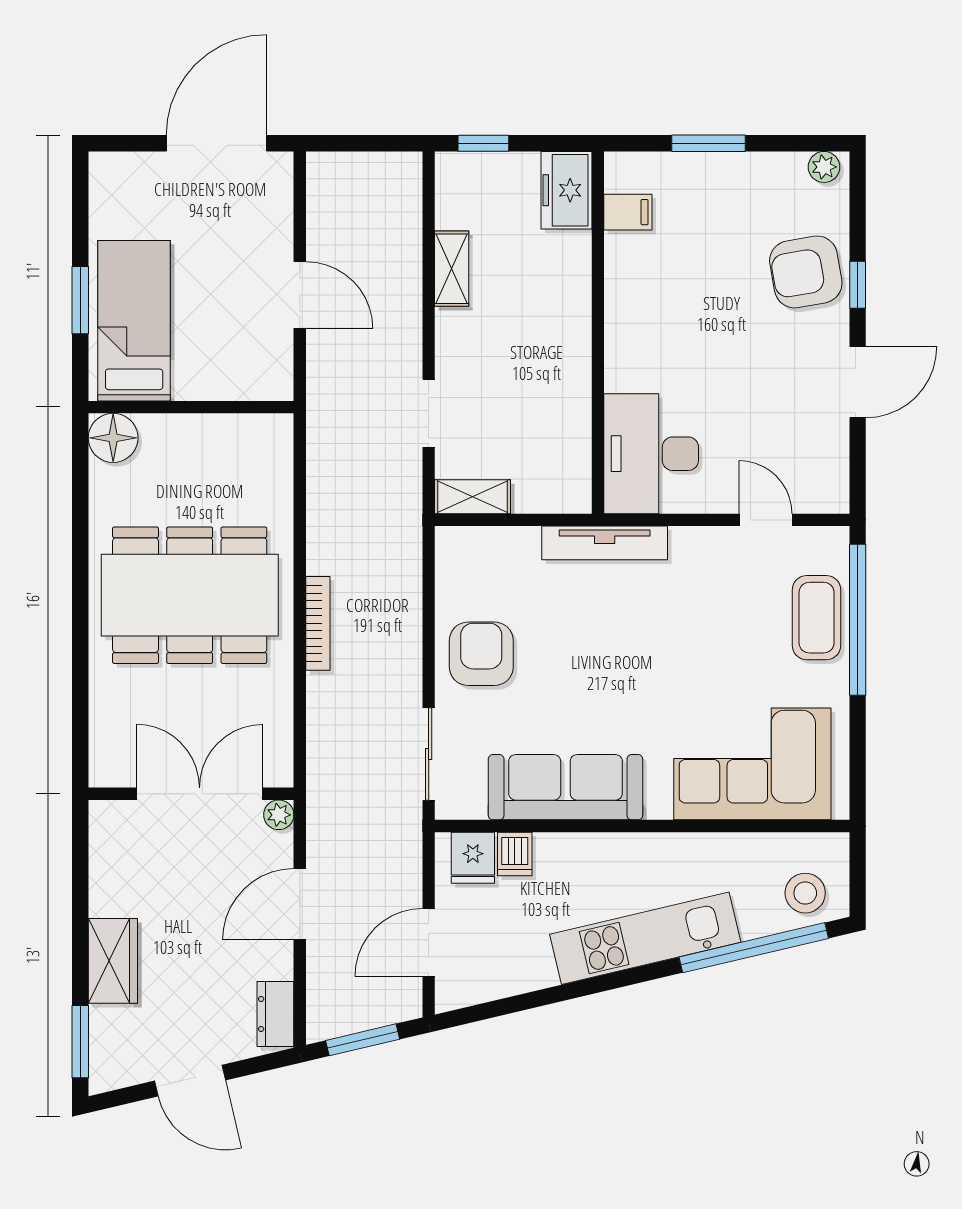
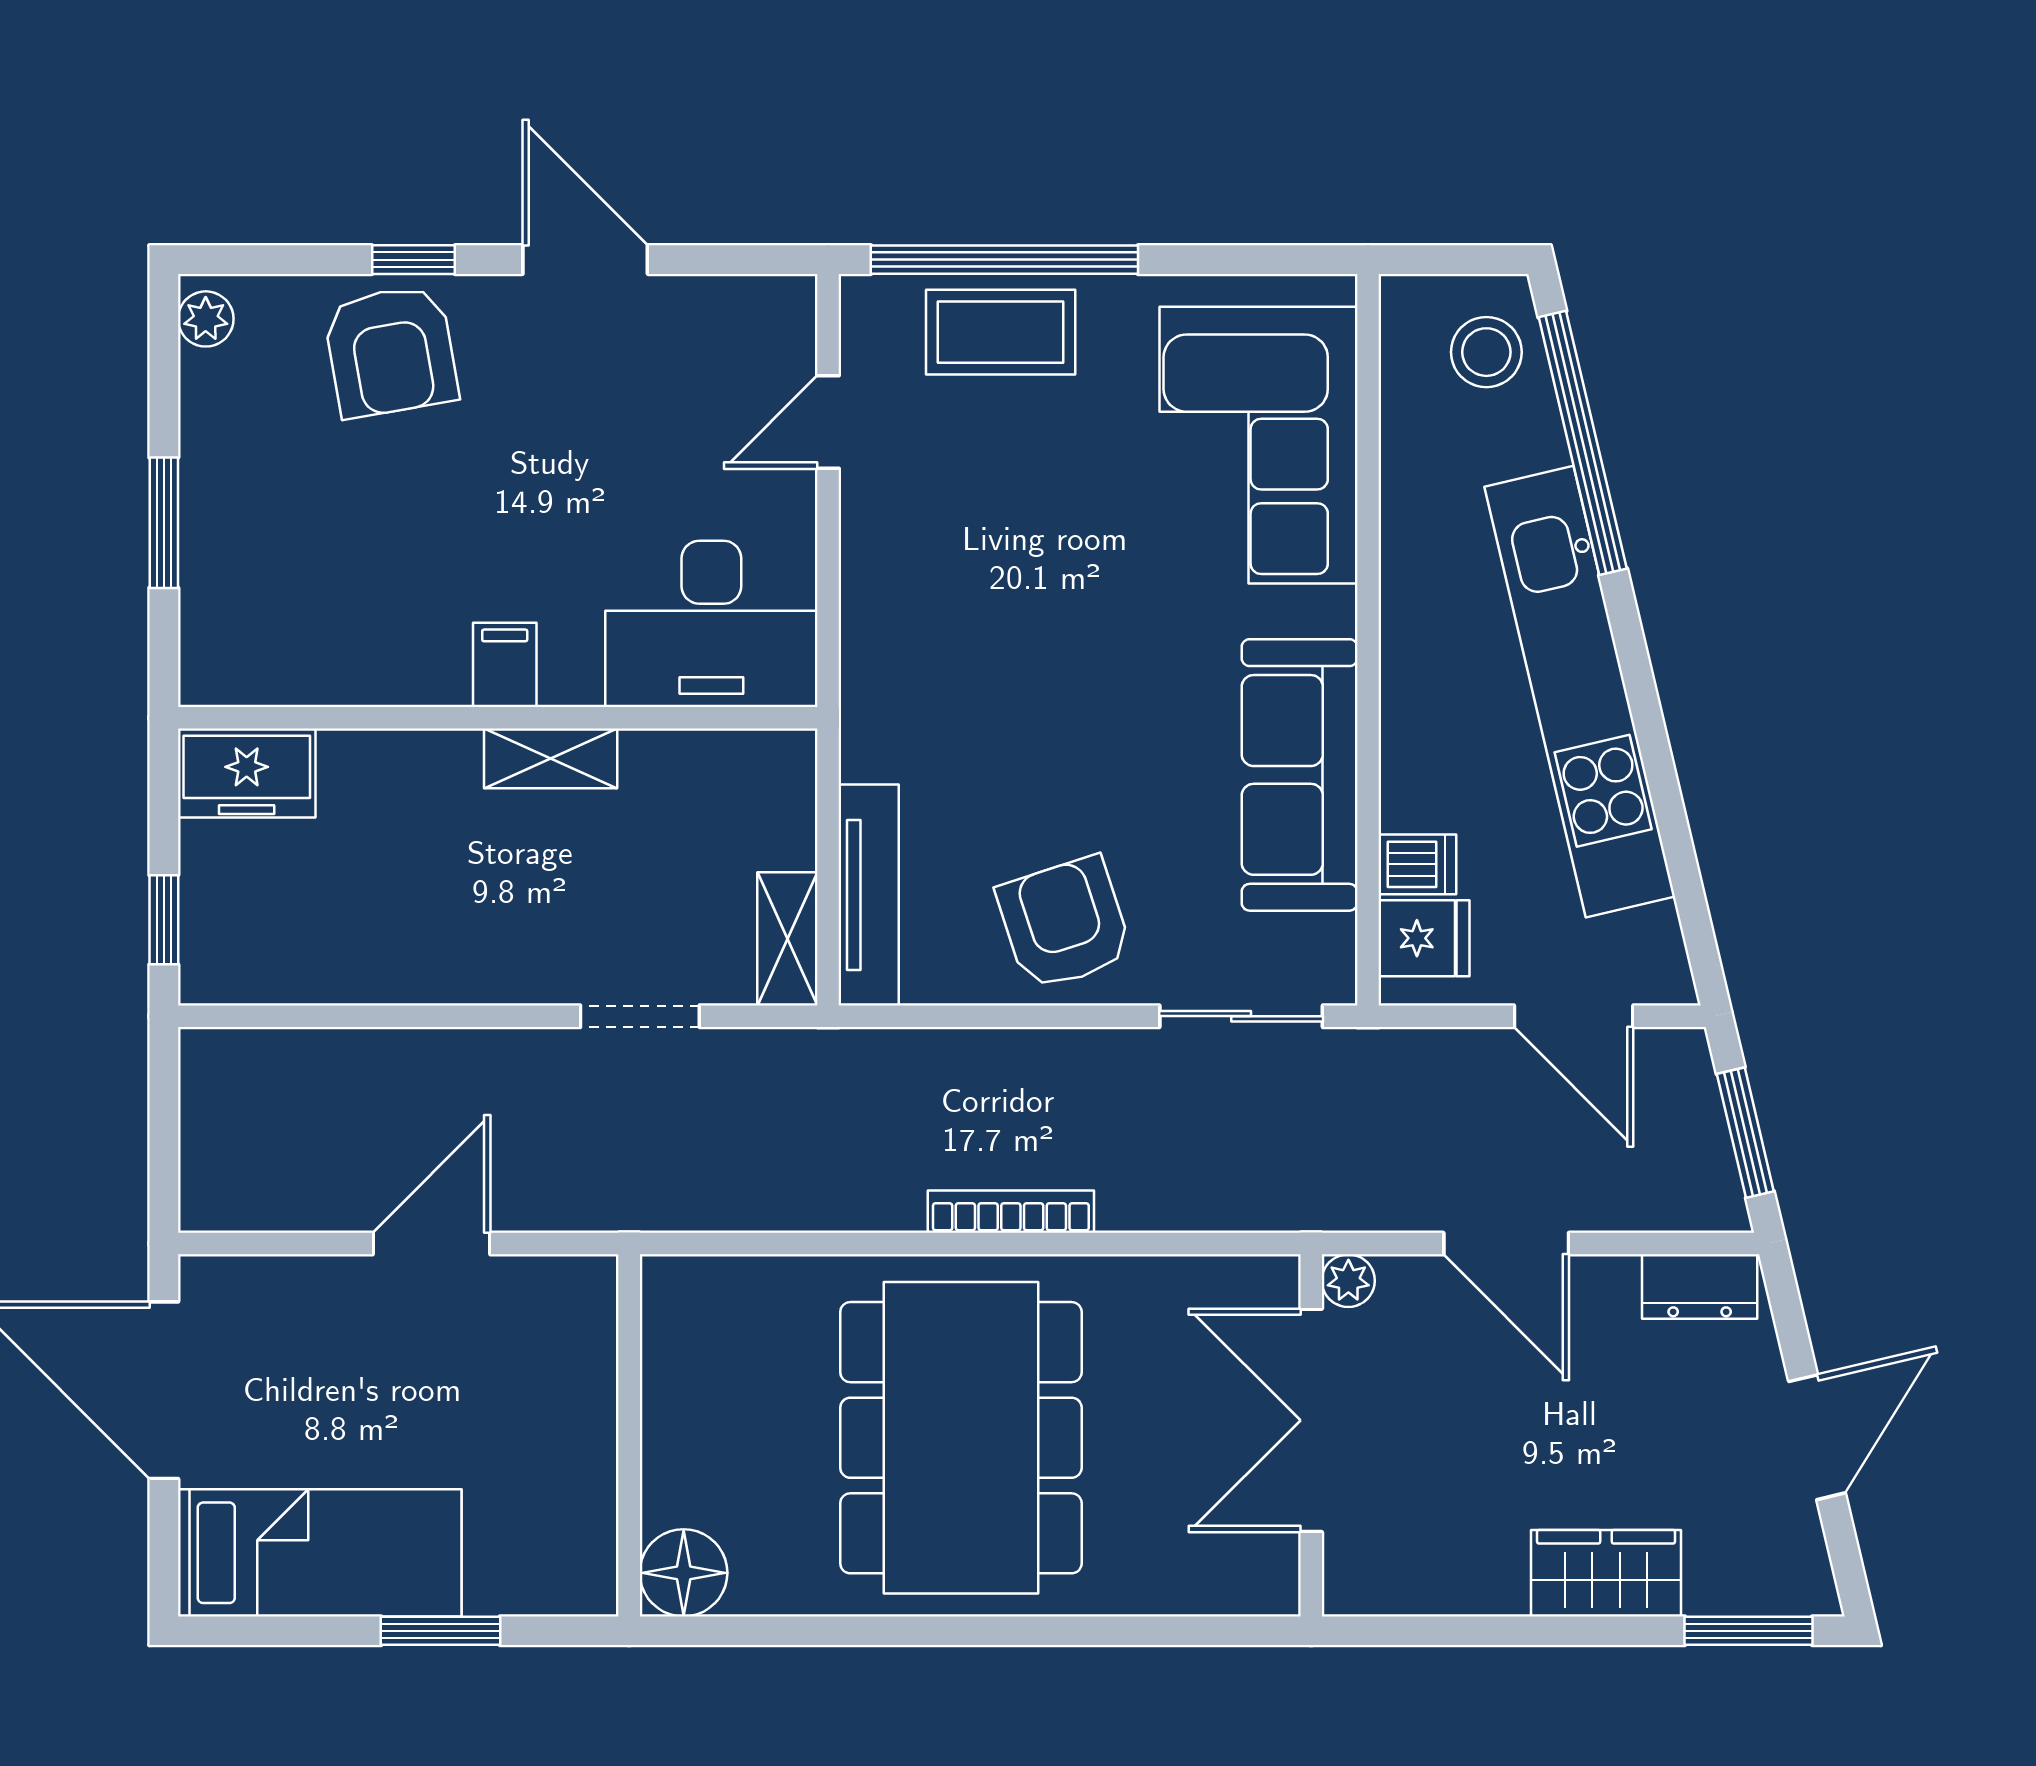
filing cabinet: (628, 212) -> (505, 665), moved
shelving: (452, 269) -> (551, 758), moved
bed: (134, 321) -> (320, 1553), moved, turned 180
tv unit: (605, 543) -> (869, 895), moved
armchair: (481, 654) -> (1064, 923), turned 72
kitchen unit: (645, 938) -> (1580, 692), width x1.36

